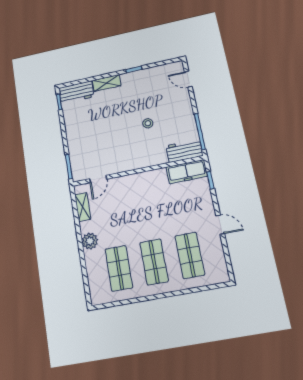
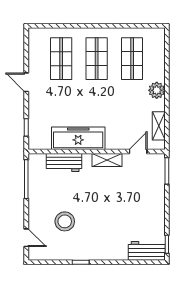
shelving: (107, 83) -> (107, 160), moved
stool: (148, 123) -> (65, 221), moved, width x1.89, depth x1.89
workbench: (184, 151) -> (64, 162), moved
freezer: (187, 172) -> (78, 138), moved, width x1.36, depth x1.26

